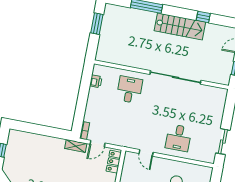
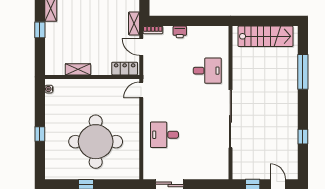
window: (97, 24) -> (273, 21), removed
stairs: (180, 26) -> (265, 36), moved, turned -90
printer: (96, 81) -> (180, 32), moved
door: (146, 153) -> (141, 90), moved

